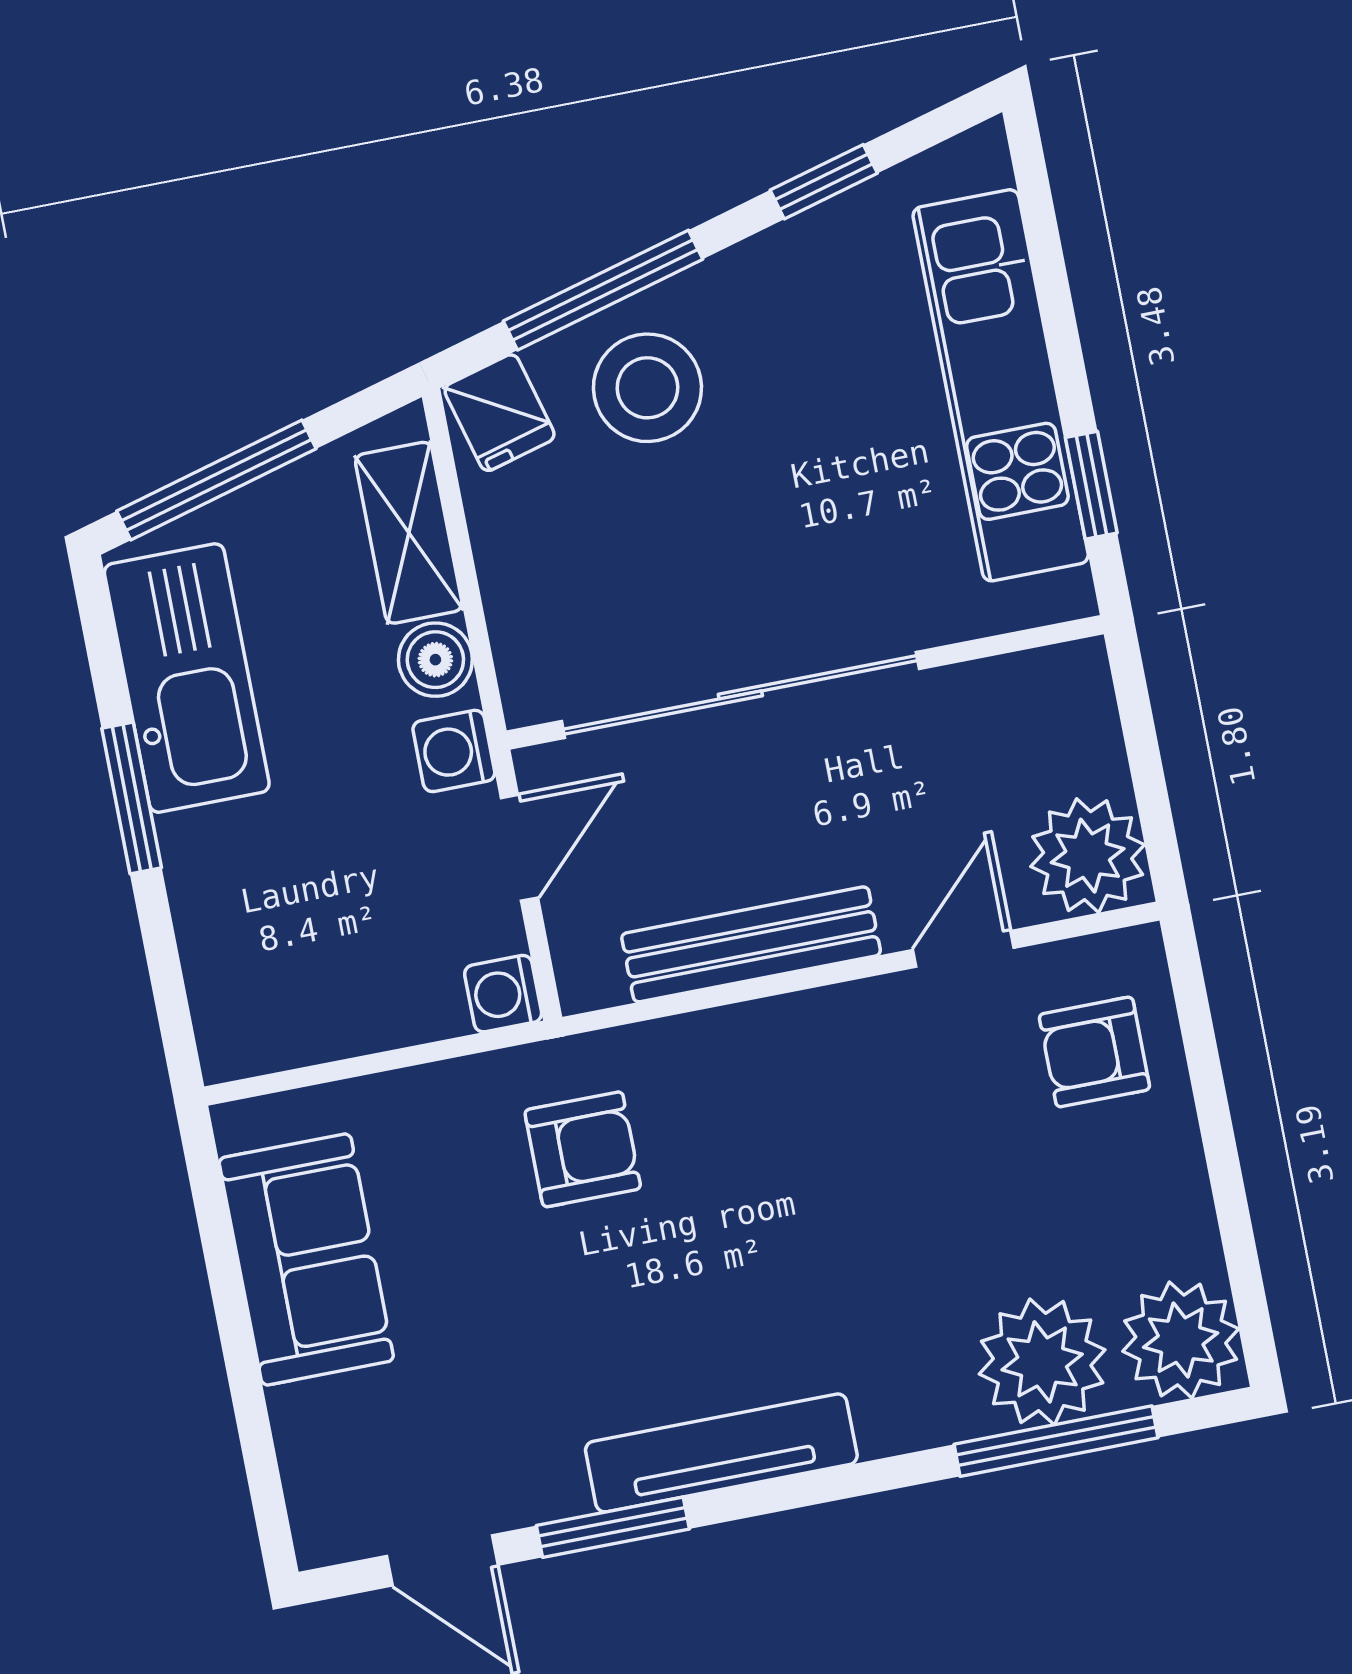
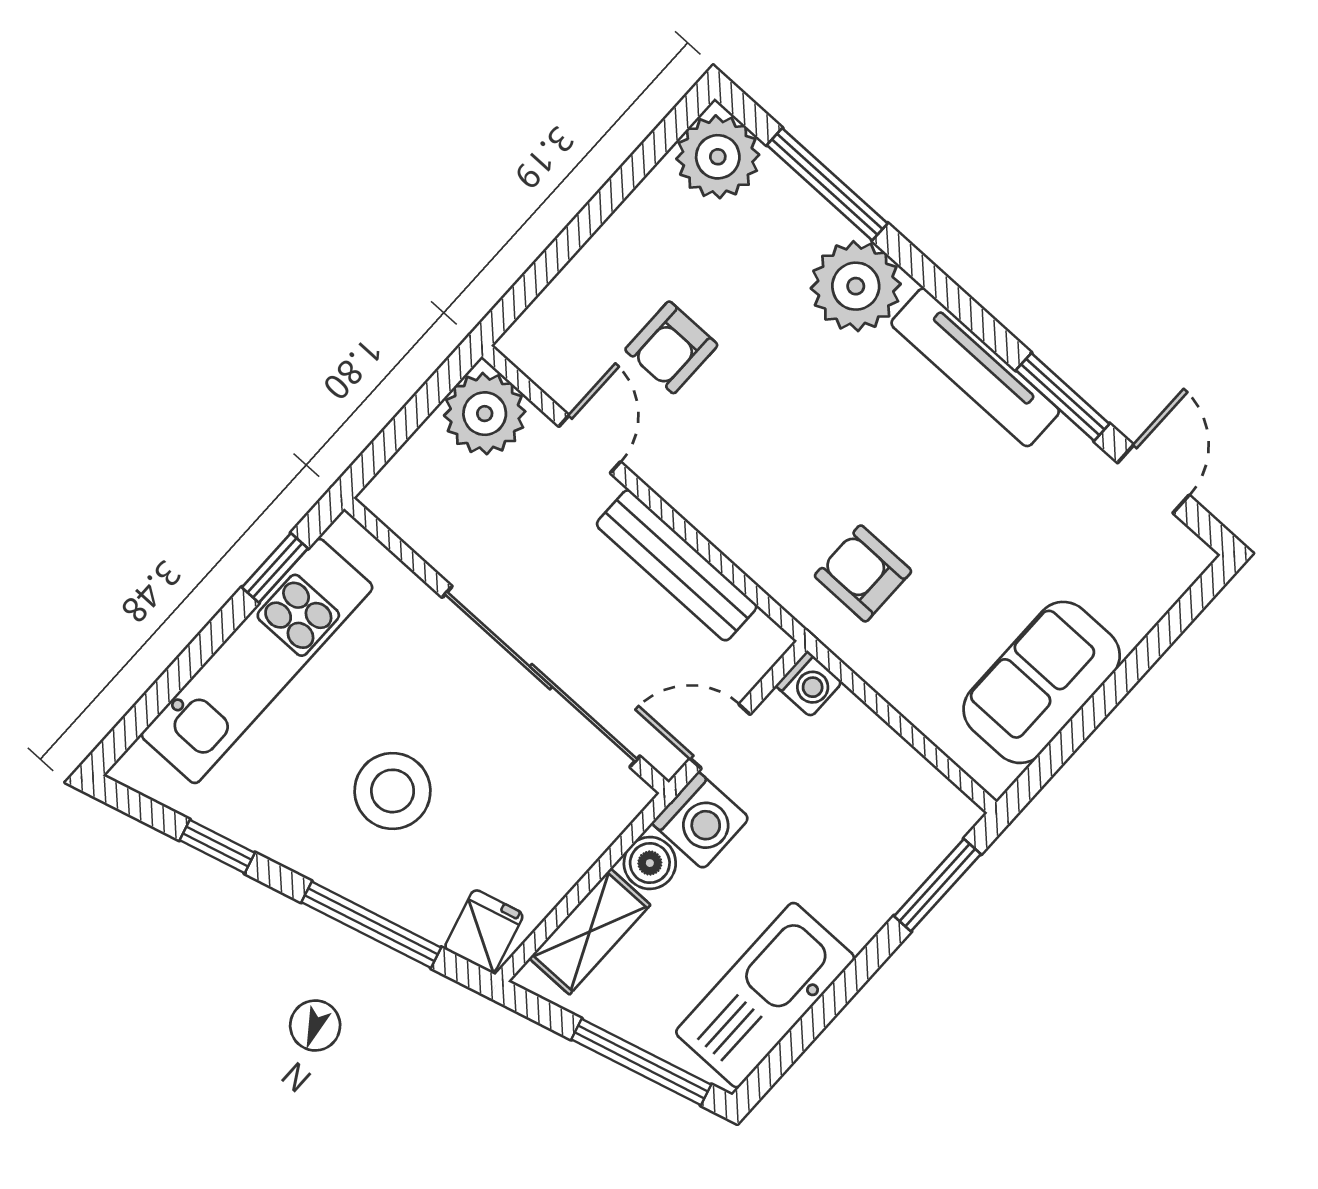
stool: (647, 388) -> (393, 791), moved
washing machine: (454, 751) -> (701, 821), width x1.38, depth x1.38
window: (132, 798) -> (937, 885), moved
door: (963, 949) -> (590, 444), swing flipped
armchair: (1094, 1052) -> (671, 347), moved, turned 90
plant: (1042, 1362) -> (856, 286), moved

